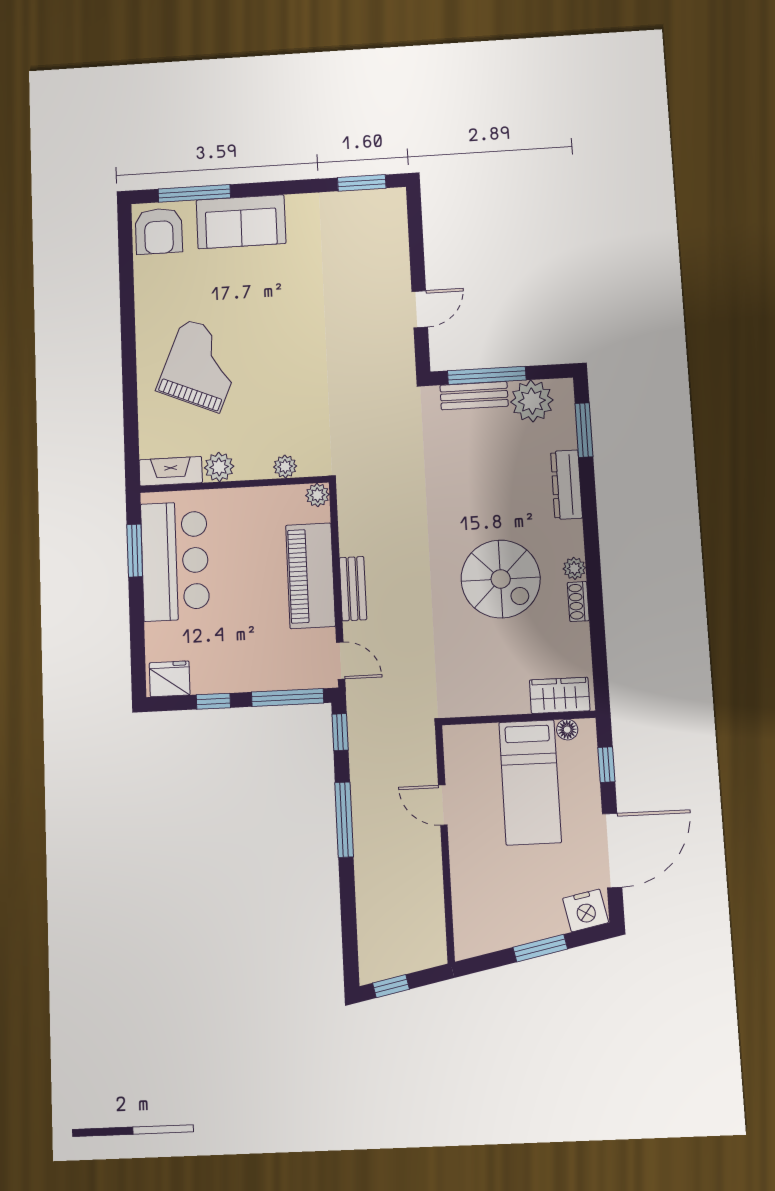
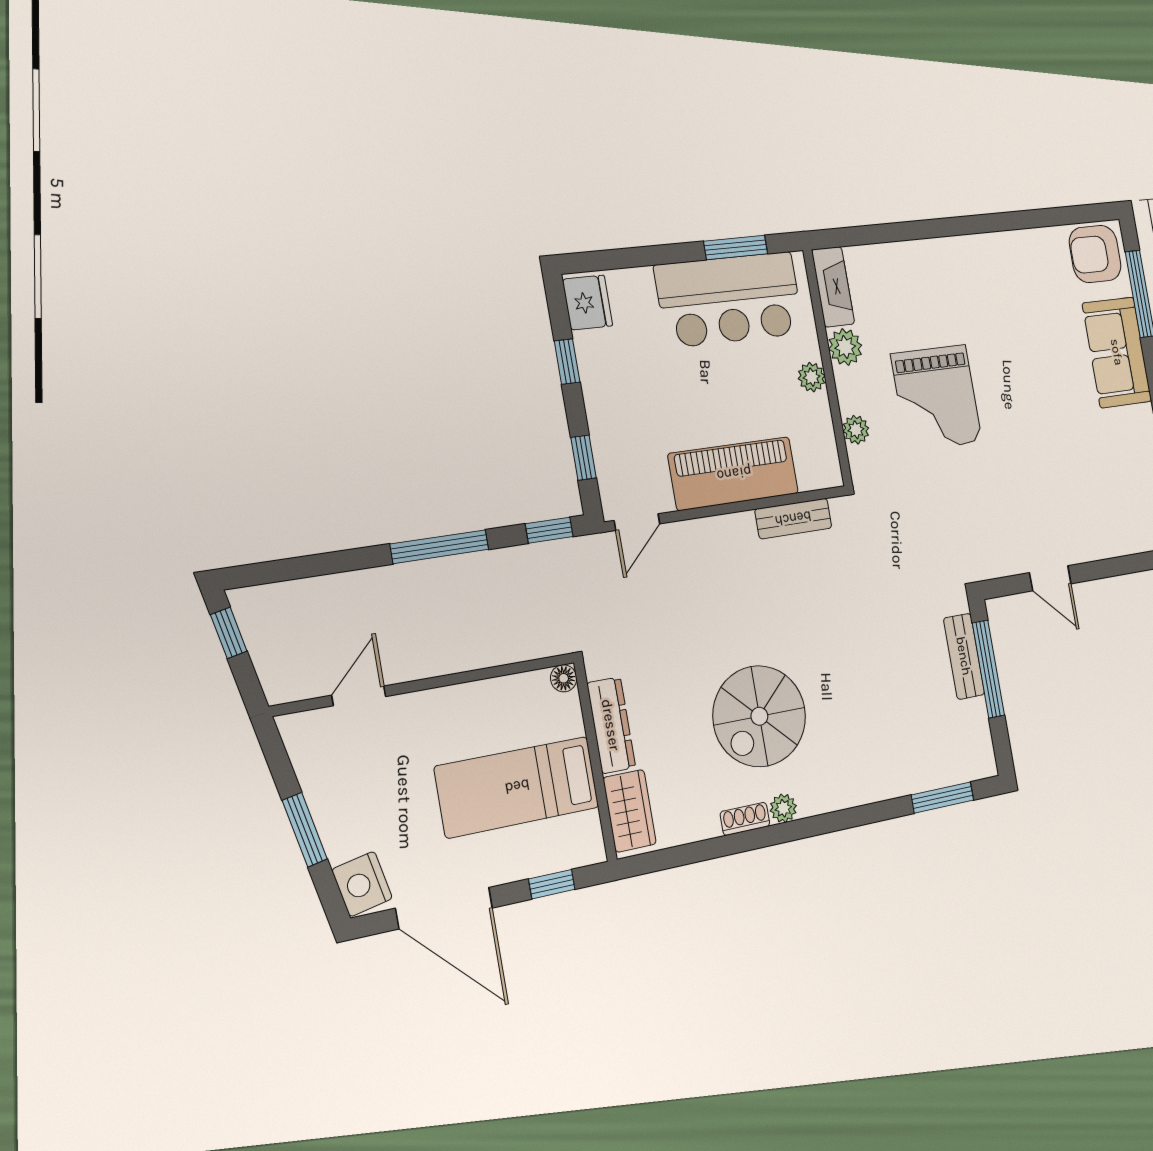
grand piano: (201, 365) -> (937, 398), moved, turned 67
plant: (532, 401) -> (967, 729), removed
dresser: (566, 485) -> (611, 725), moved, turned 90
plant: (317, 495) -> (812, 377), moved
bench: (353, 589) -> (793, 519), moved
window: (288, 698) -> (583, 458), width x0.46
floor lamp: (567, 730) -> (564, 678), moved
door: (443, 805) -> (359, 696), moved

